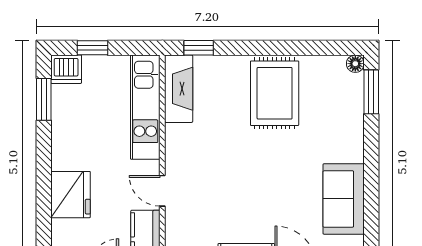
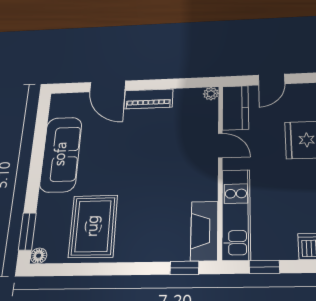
window: (93, 48) -> (264, 267), moved
rug: (275, 93) -> (93, 226), moved
sofa: (344, 199) -> (61, 154), width x1.36

